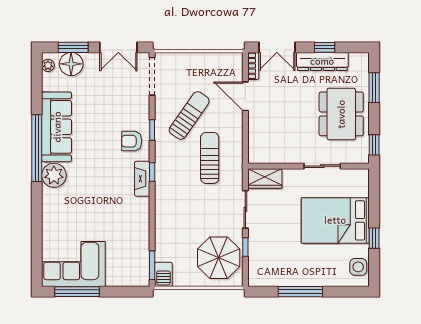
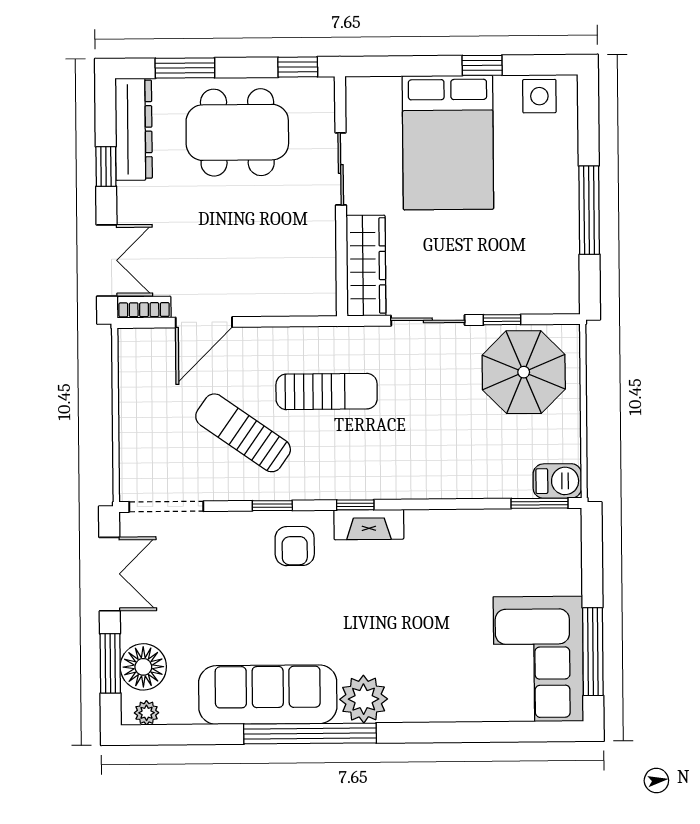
dresser: (322, 61) -> (134, 129), moved
sun lounger: (210, 158) -> (327, 392), turned 180
wardrobe: (265, 178) -> (366, 266), width x1.50

